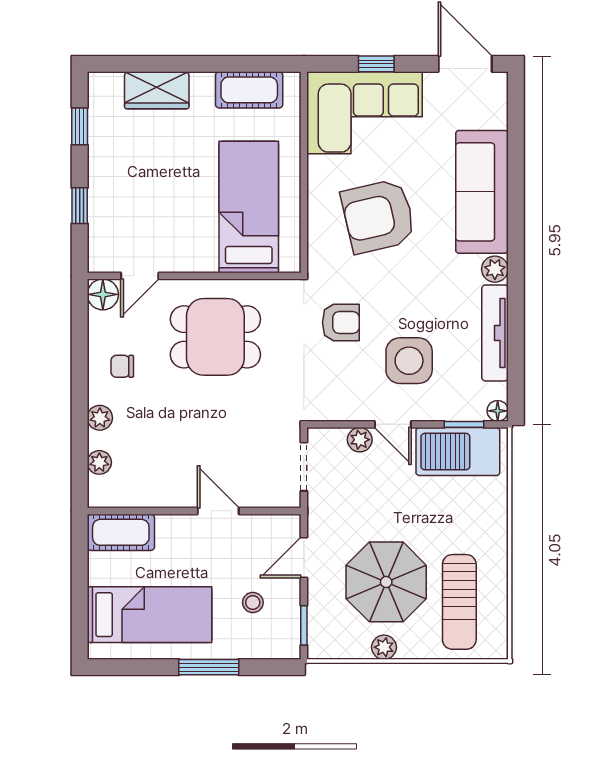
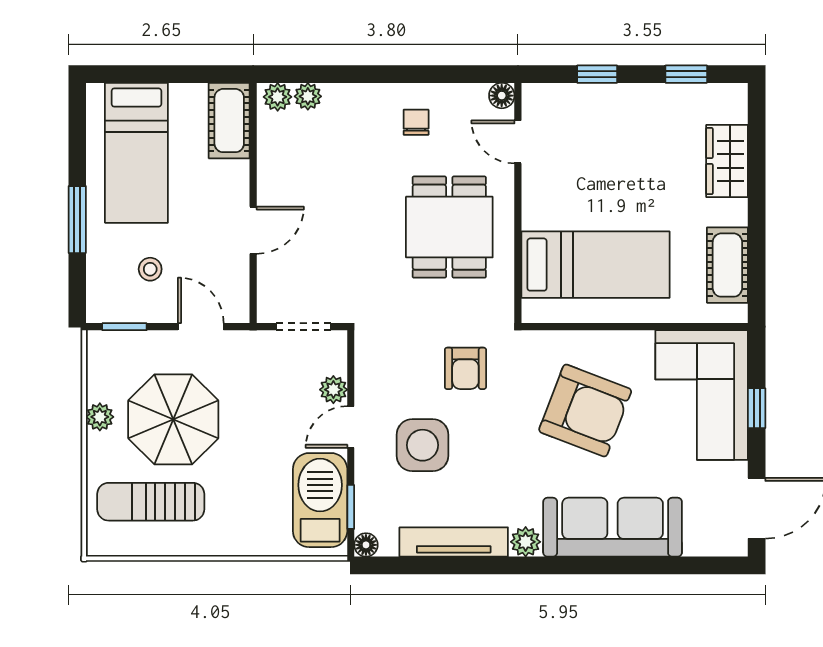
armchair: (378, 216) -> (585, 411), turned 124
floor lamp: (103, 294) -> (502, 96), width x0.73, depth x0.73
plant: (100, 418) -> (278, 97), moved

